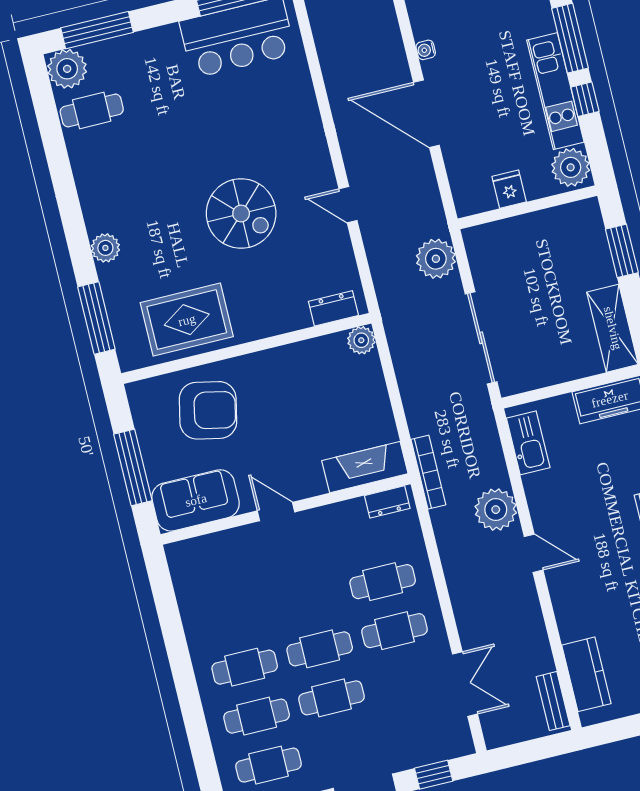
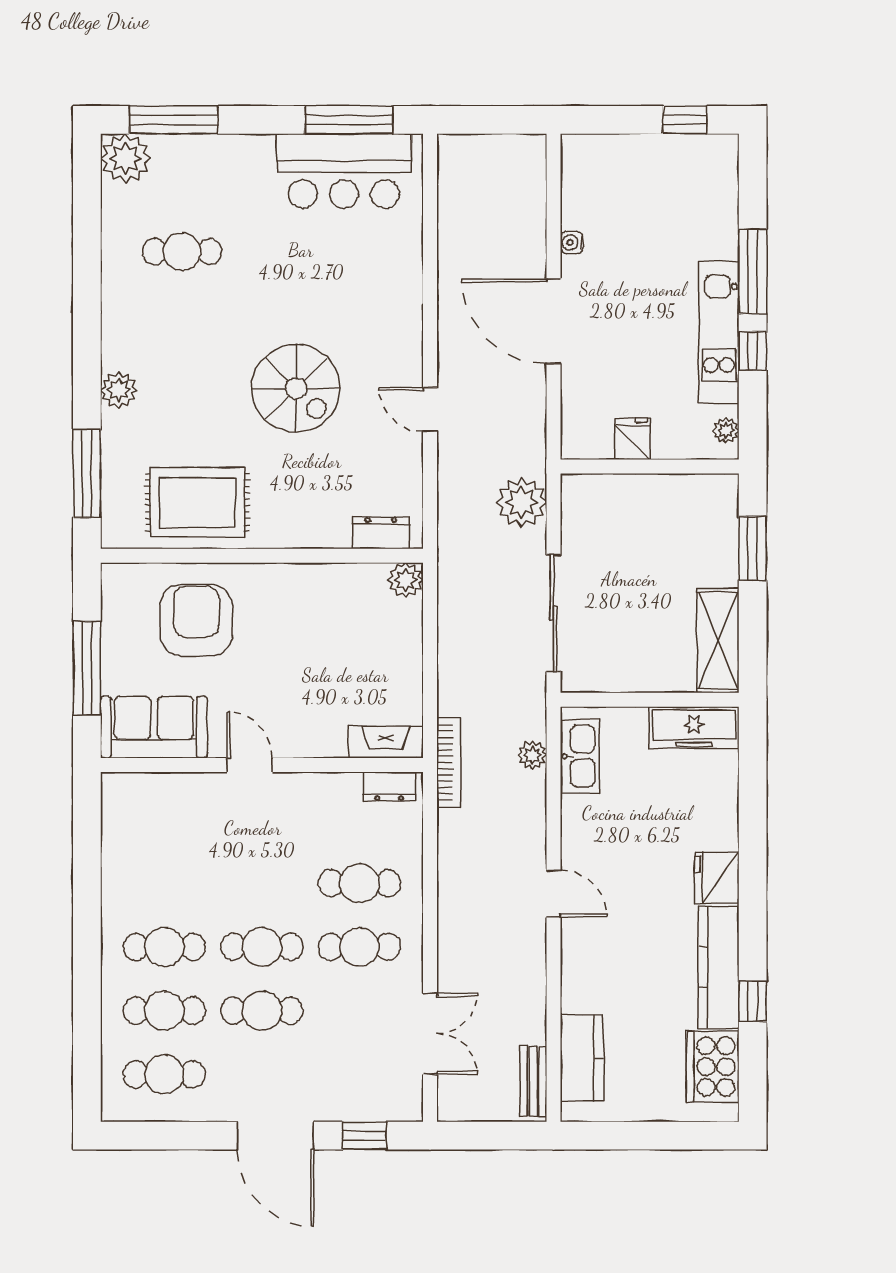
cafe table: (92, 110) -> (182, 252), moved
plant: (571, 167) -> (726, 430), width x0.53, depth x0.53
armchair: (208, 410) -> (196, 620), turned -102
fireplace: (365, 467) -> (386, 742), width x0.73, depth x0.76
plant: (496, 510) -> (533, 755), moved, width x0.53, depth x0.53

